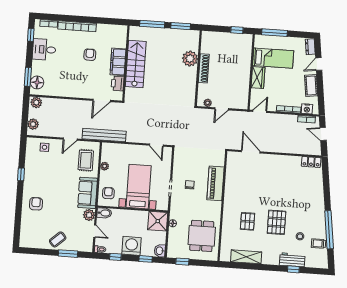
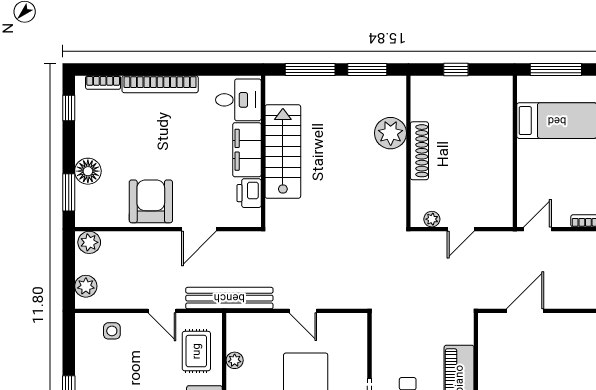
window: (237, 30) -> (456, 69), moved
desk: (44, 50) -> (238, 100), moved, turned 180
armchair: (90, 55) -> (151, 201), moved, width x1.88, depth x1.88
wardrobe: (258, 78) -> (529, 162), removed
floor lamp: (37, 82) -> (88, 171), moved
door: (102, 100) -> (199, 229), moved
door: (70, 139) -> (162, 311), hinge flipped
door: (156, 145) -> (303, 311), moved
door: (251, 152) -> (525, 311), hinge flipped

